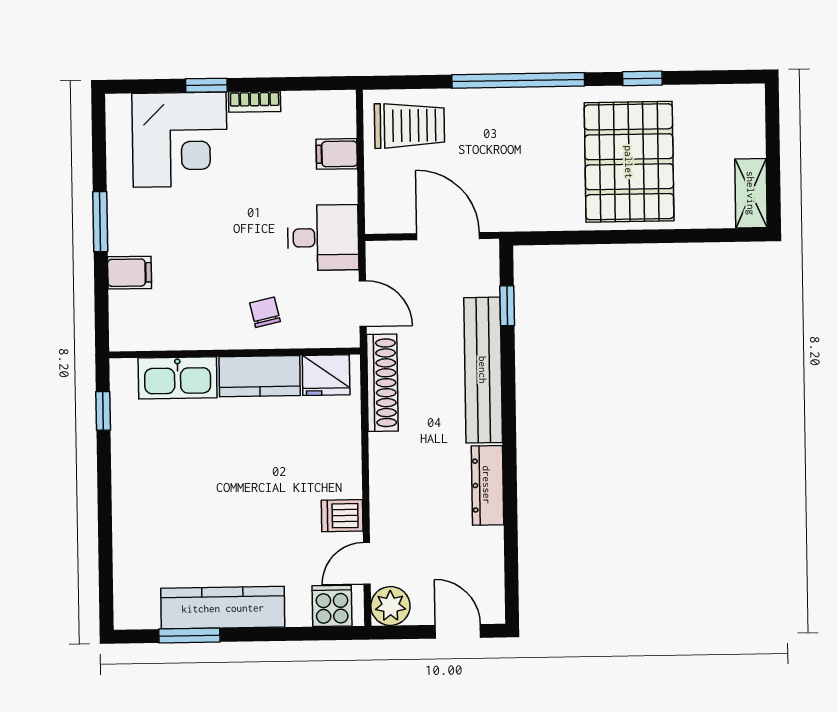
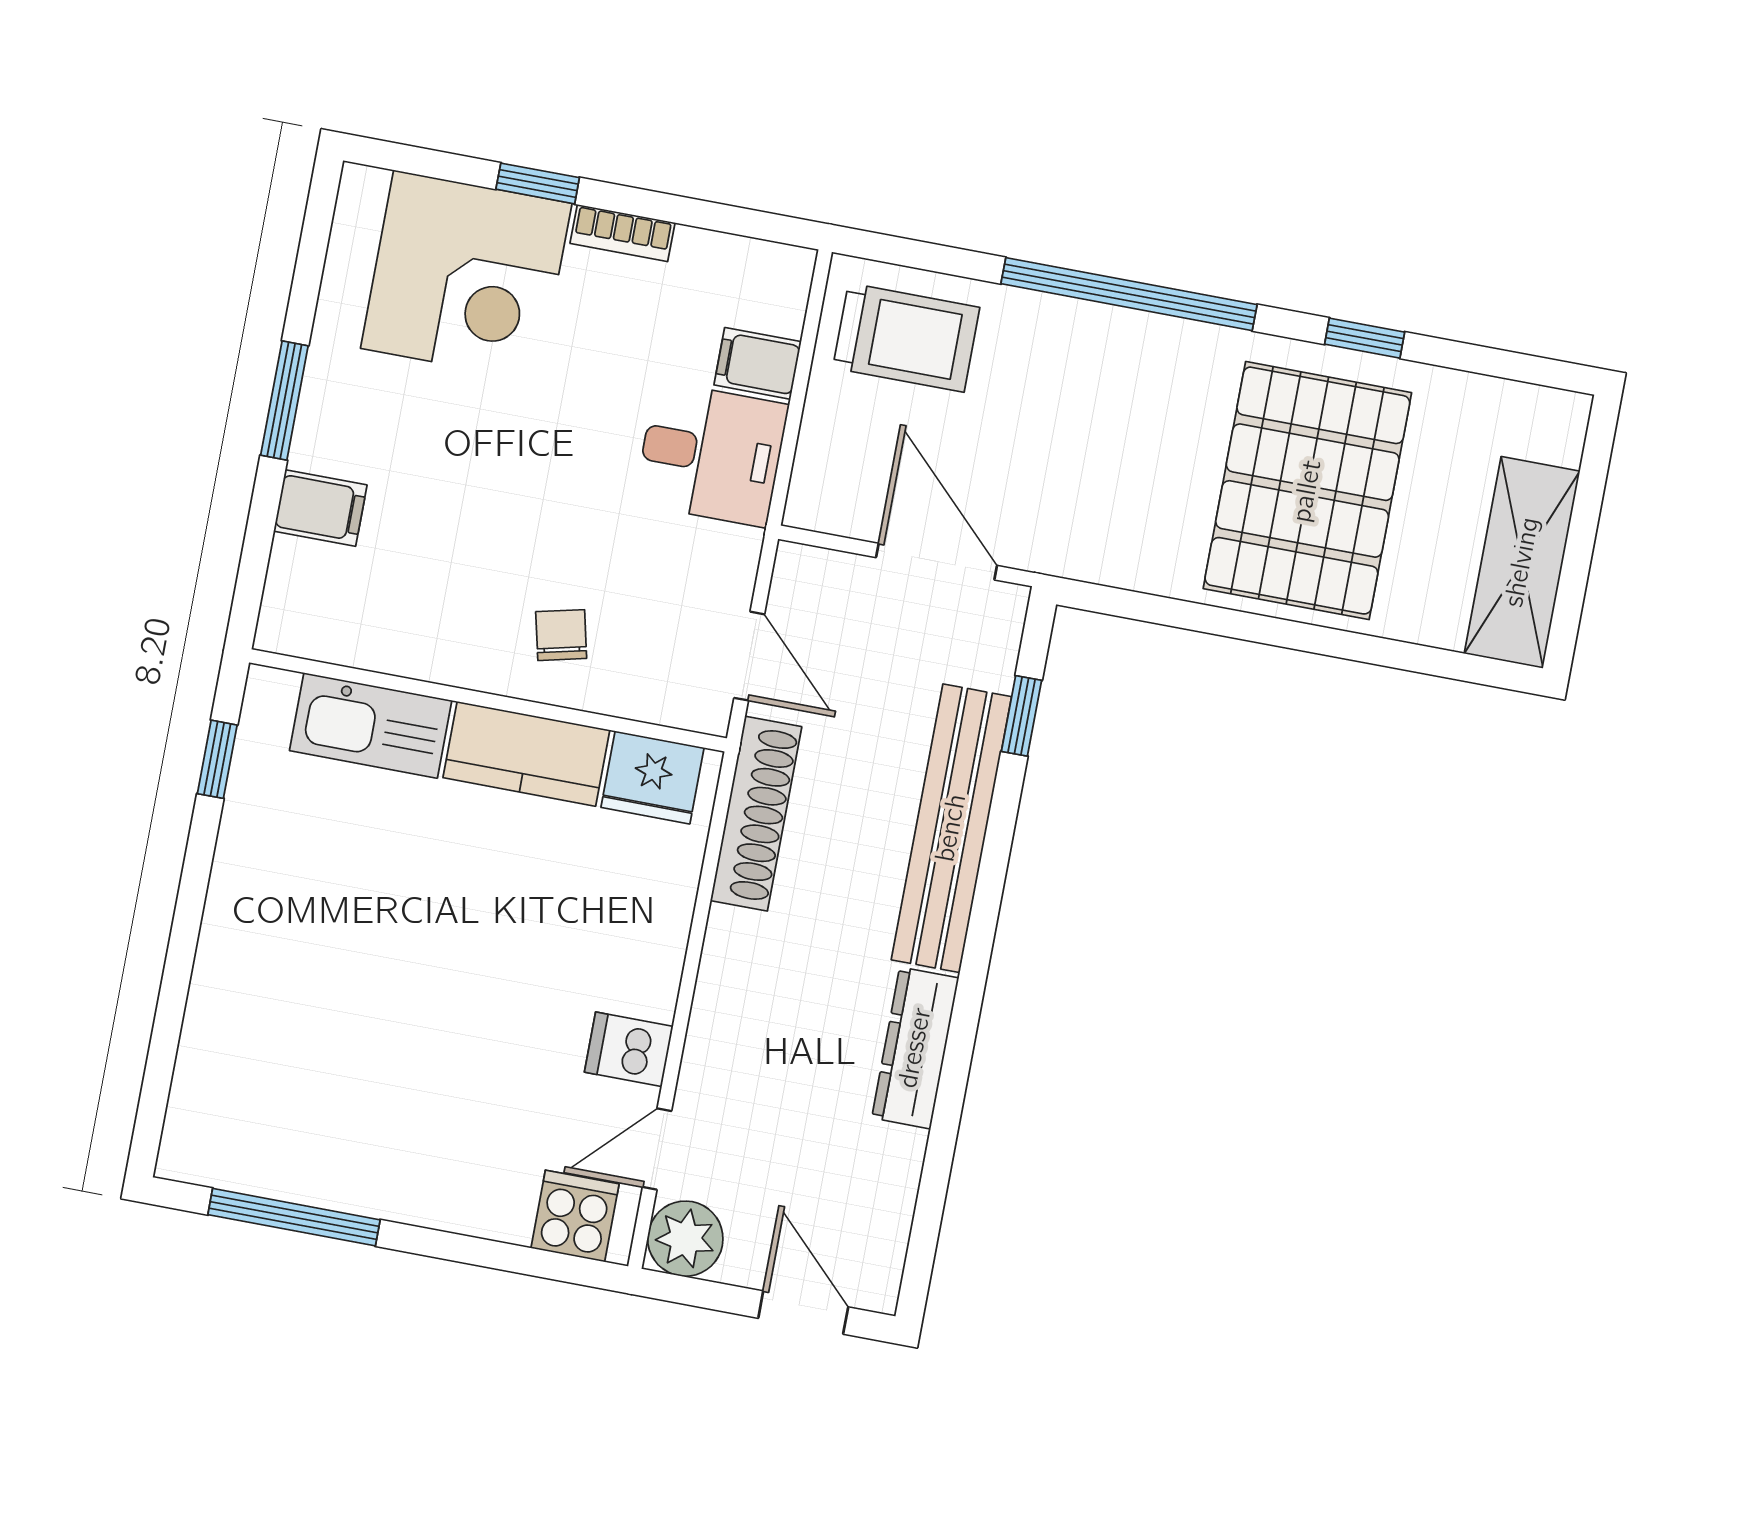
shelving: (751, 193) -> (1522, 562), width x1.50, depth x1.33
desk: (323, 238) -> (711, 454), moved
kitchen counter: (223, 608) -> (368, 1177), removed
window: (189, 636) -> (294, 1217), width x1.44

